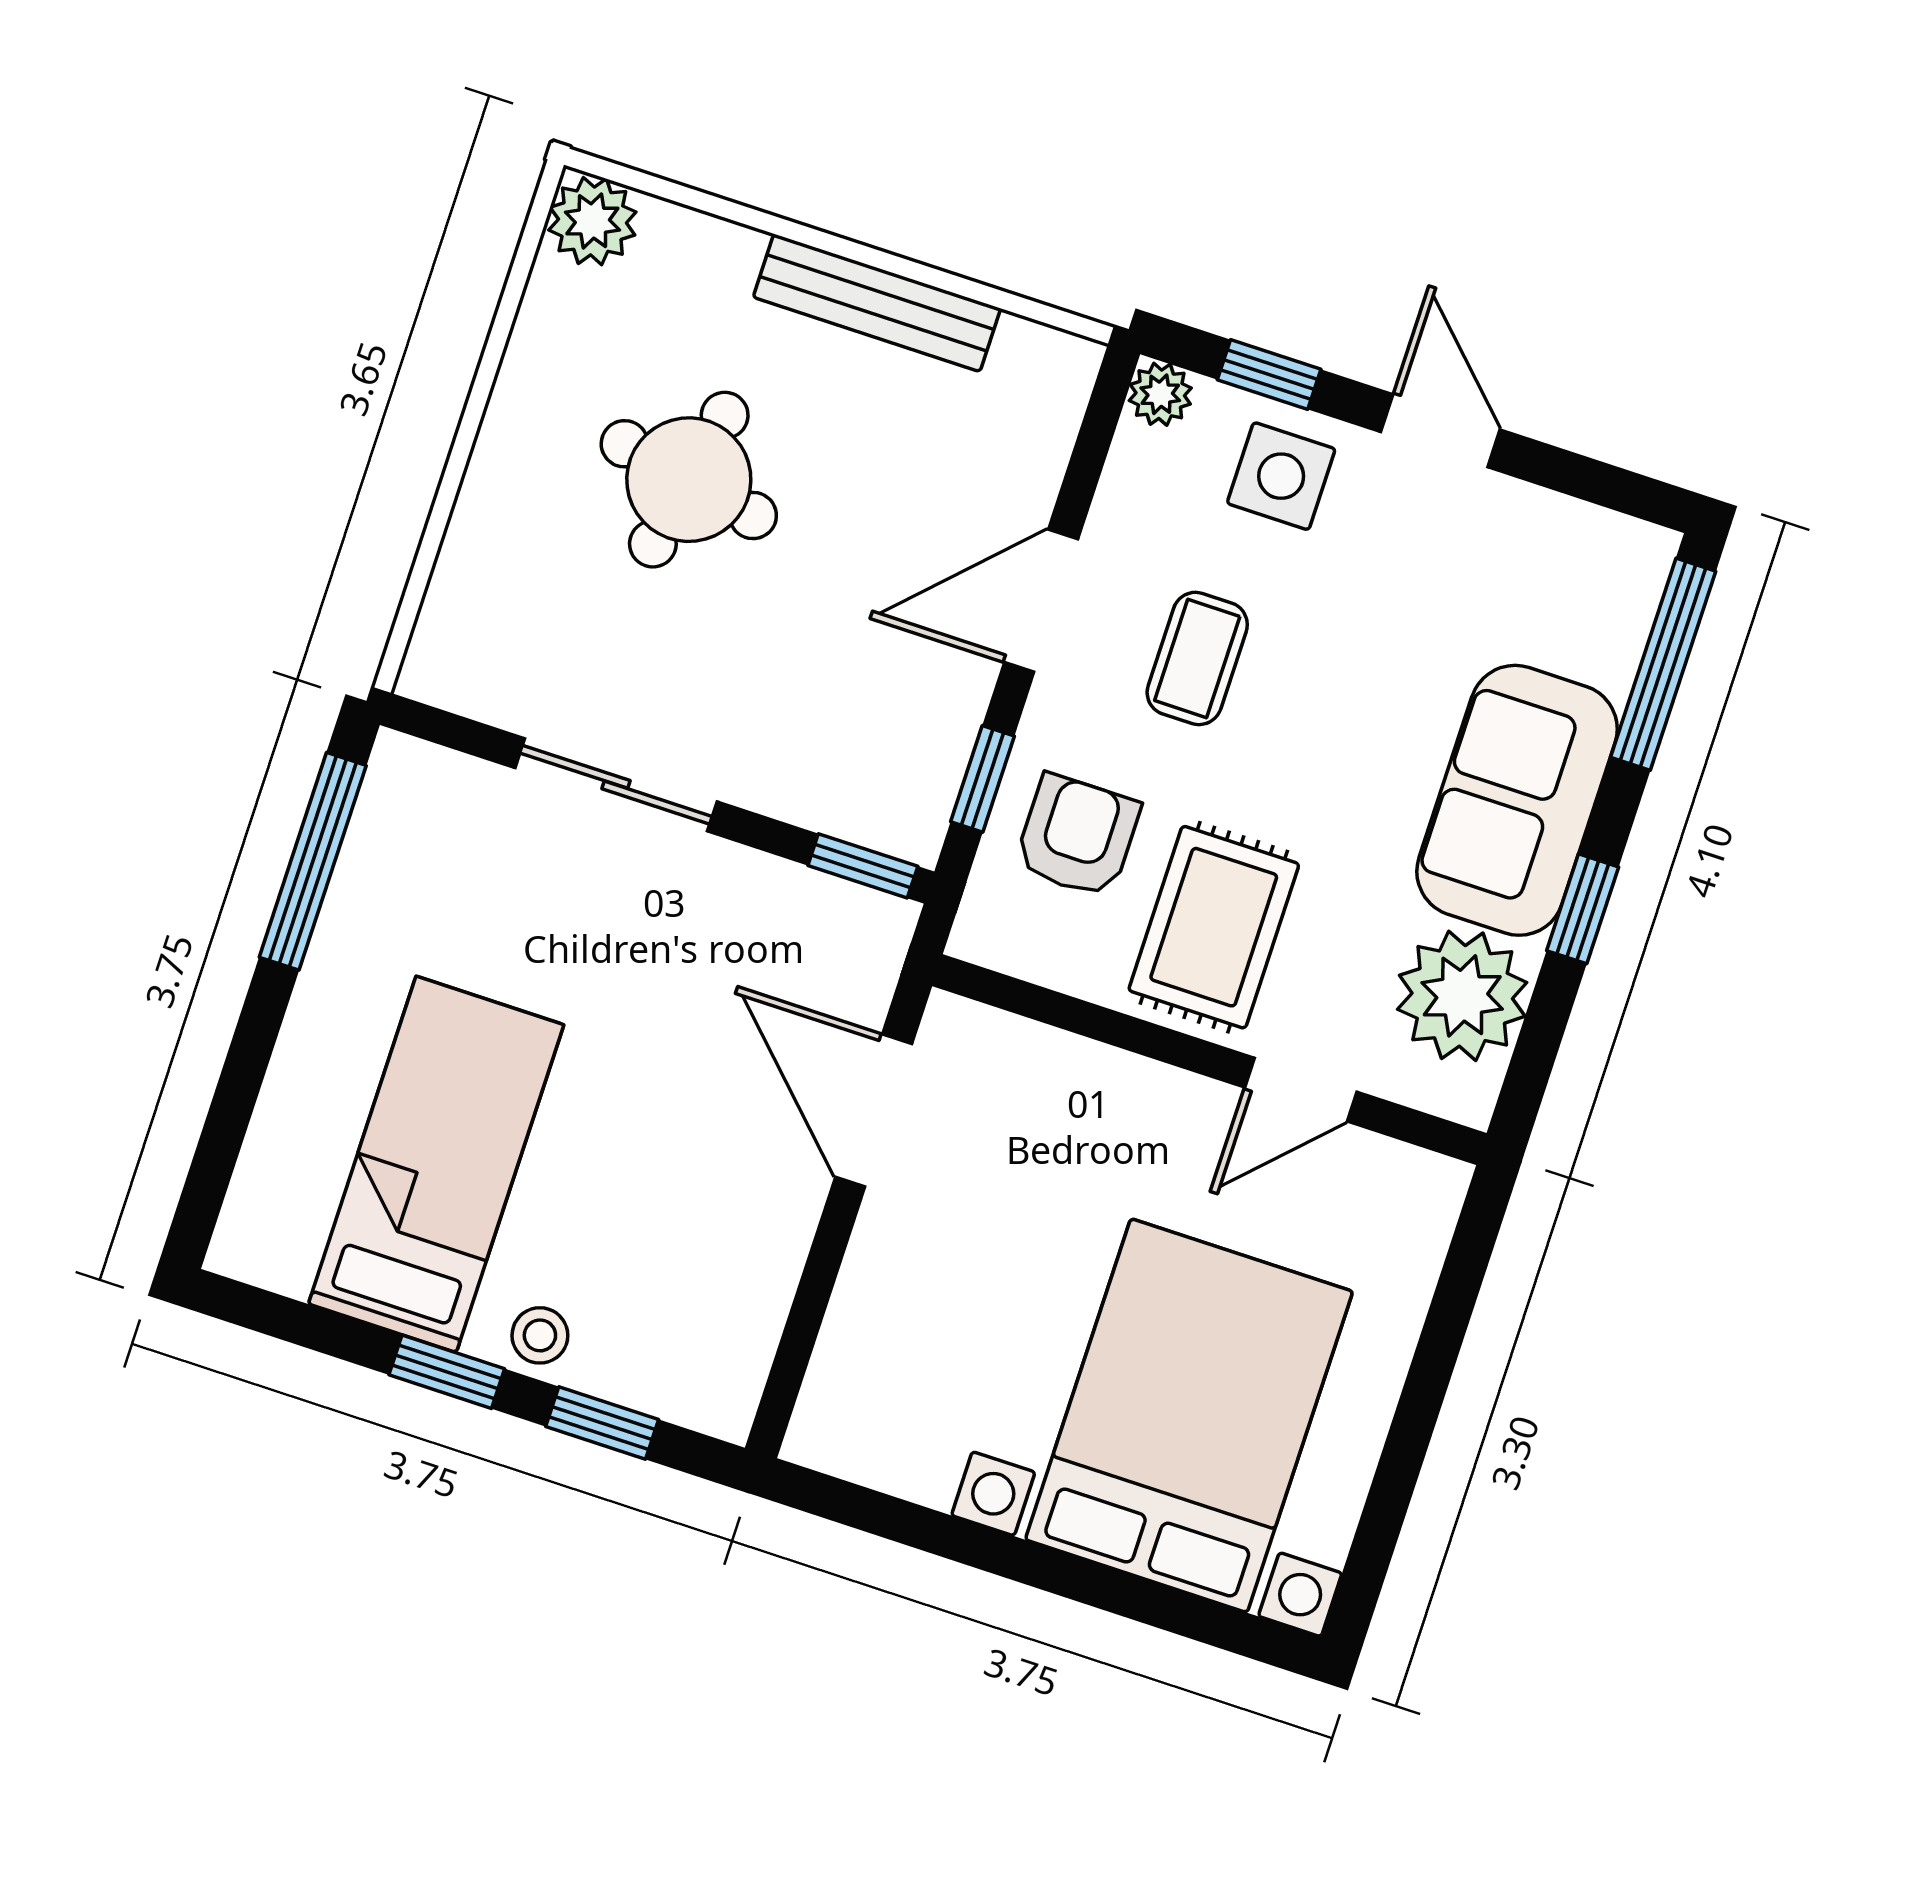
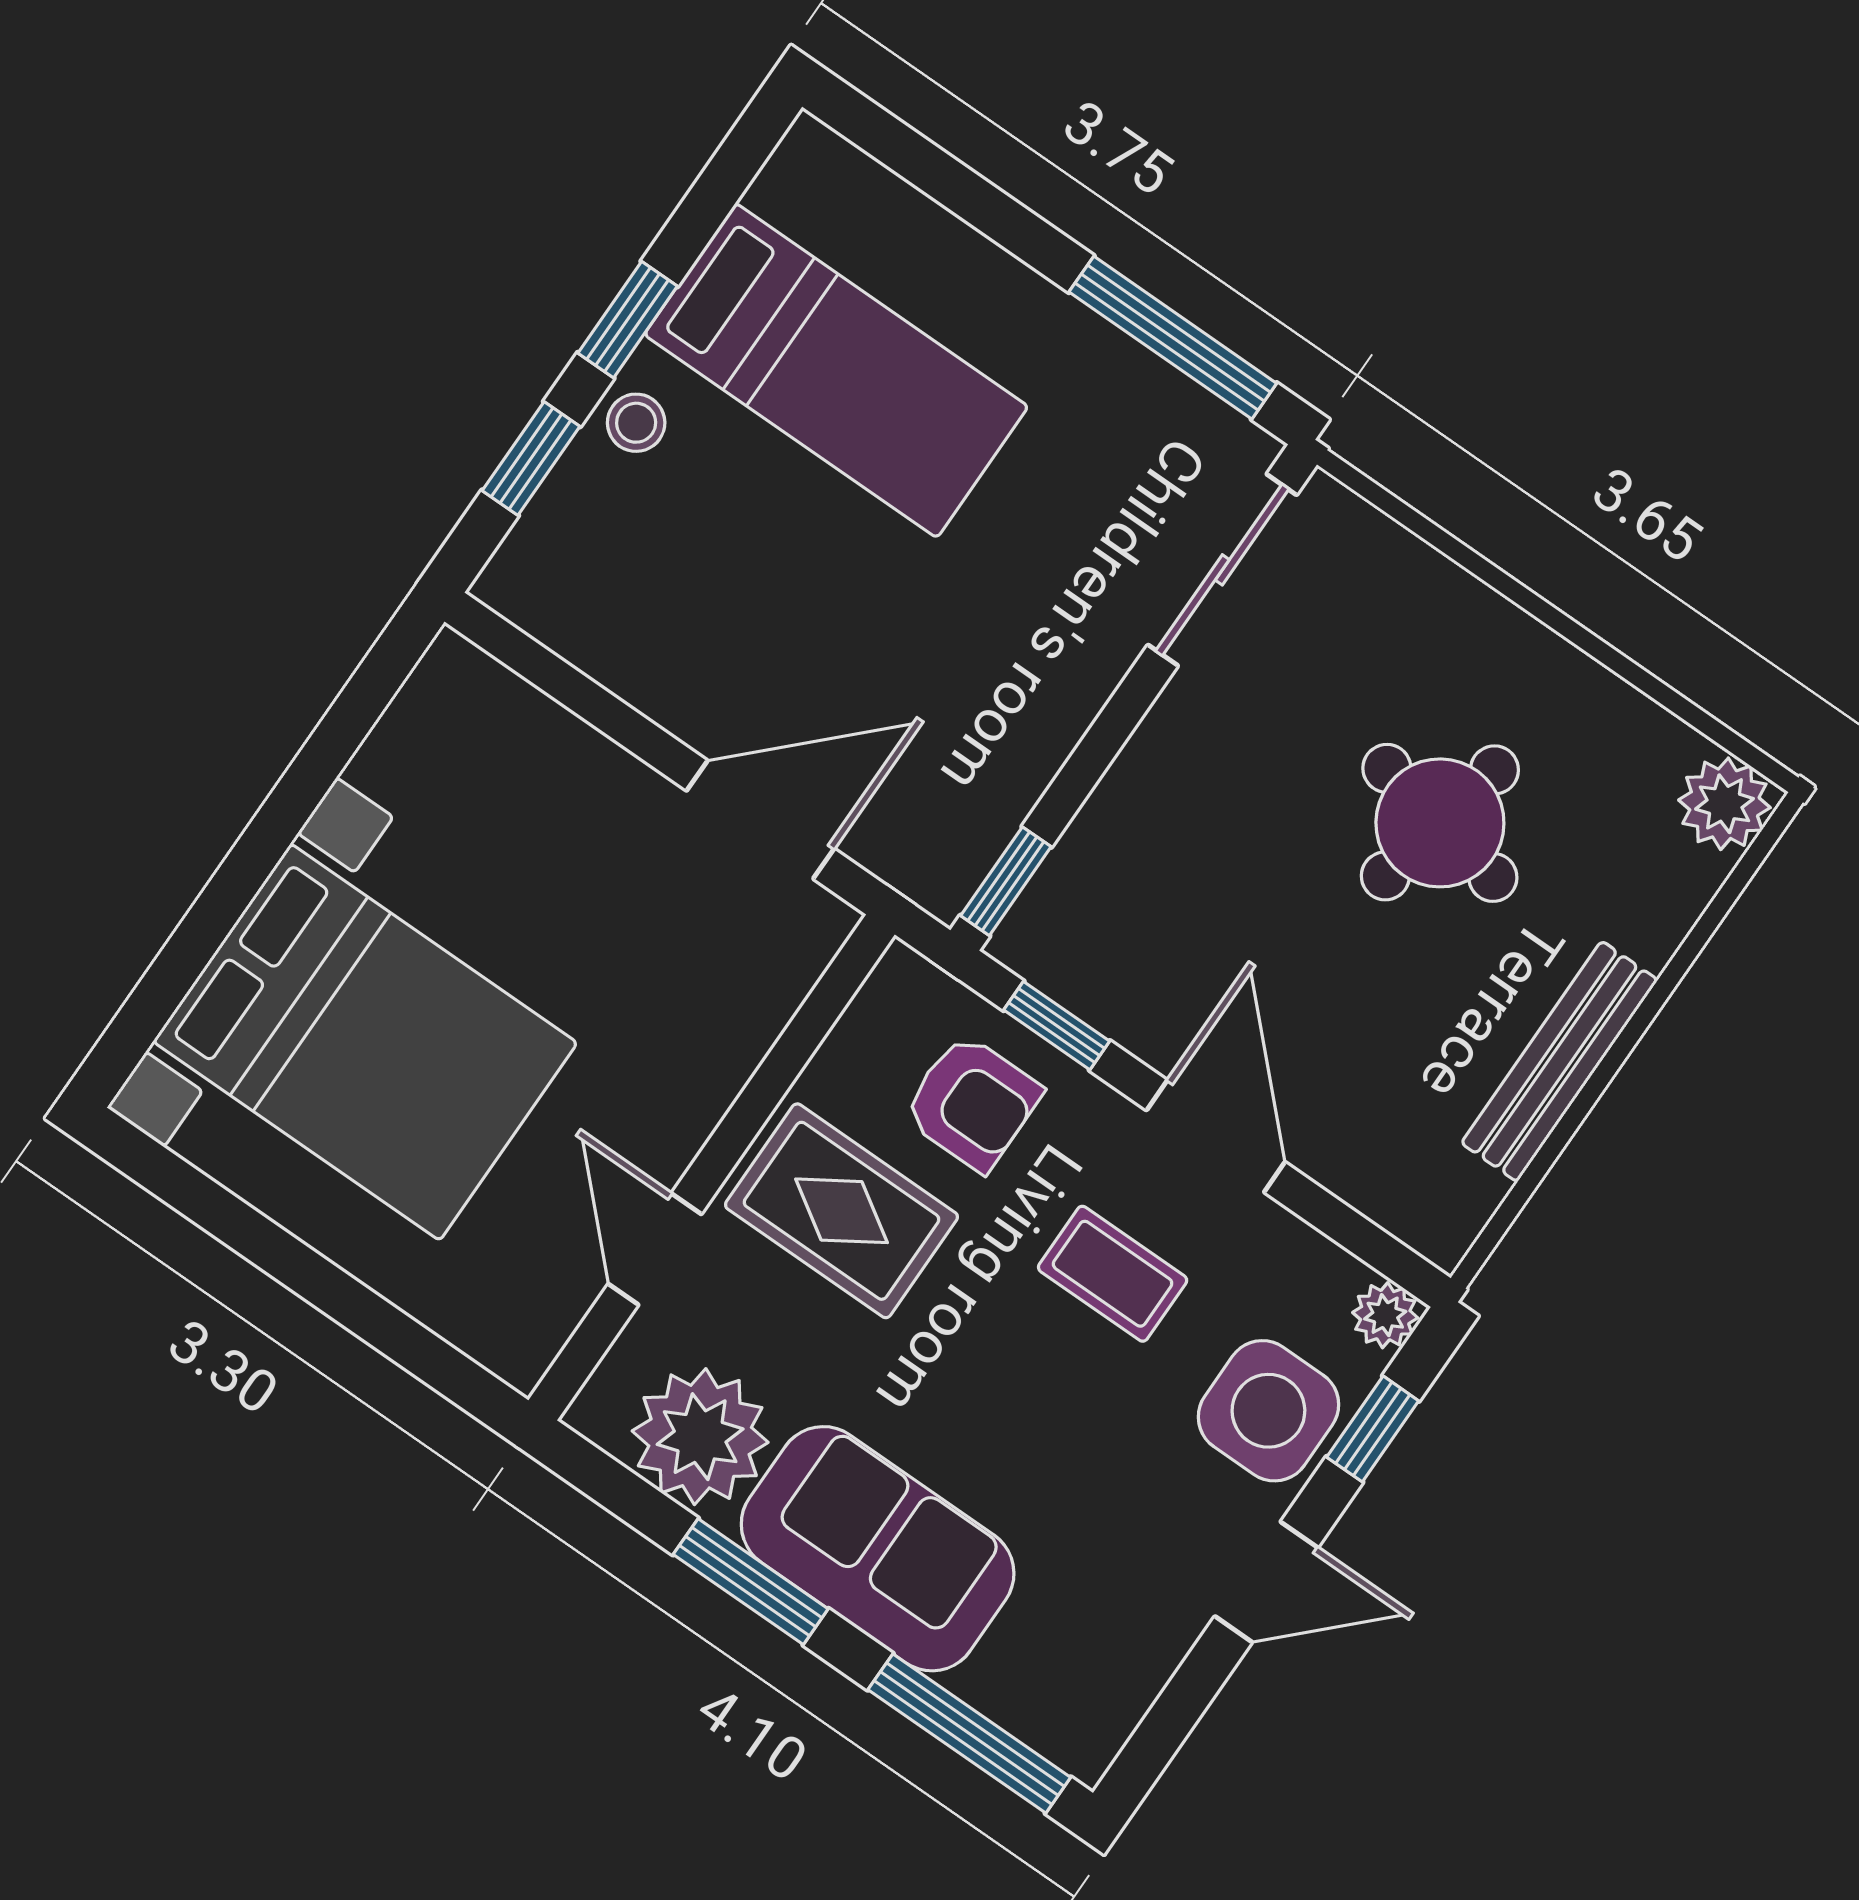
side table: (1281, 476) -> (1268, 1411), width x1.37, depth x1.37
sliding door: (616, 785) -> (1222, 570), moved
window: (1583, 909) -> (751, 1582), width x1.50

